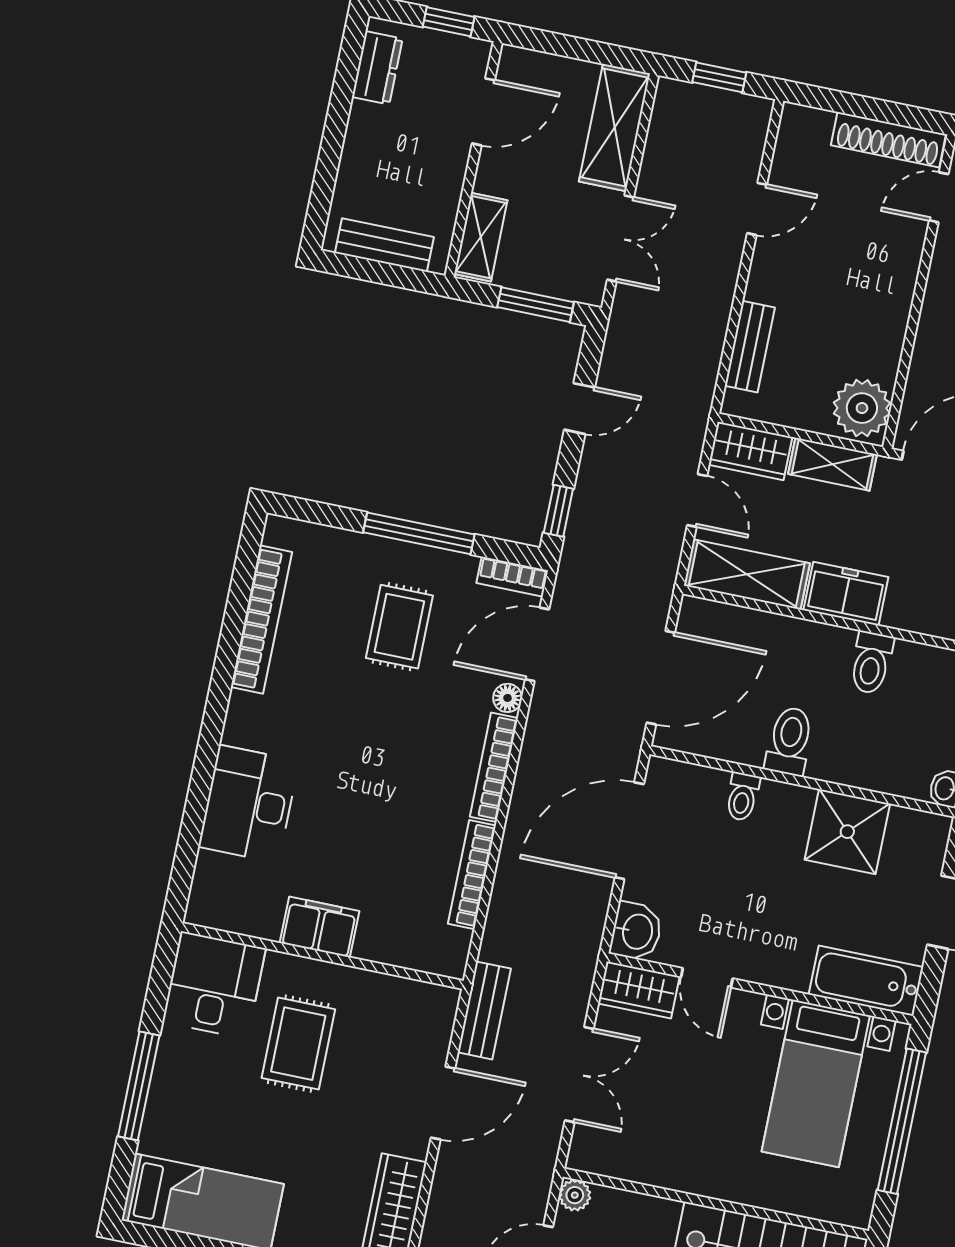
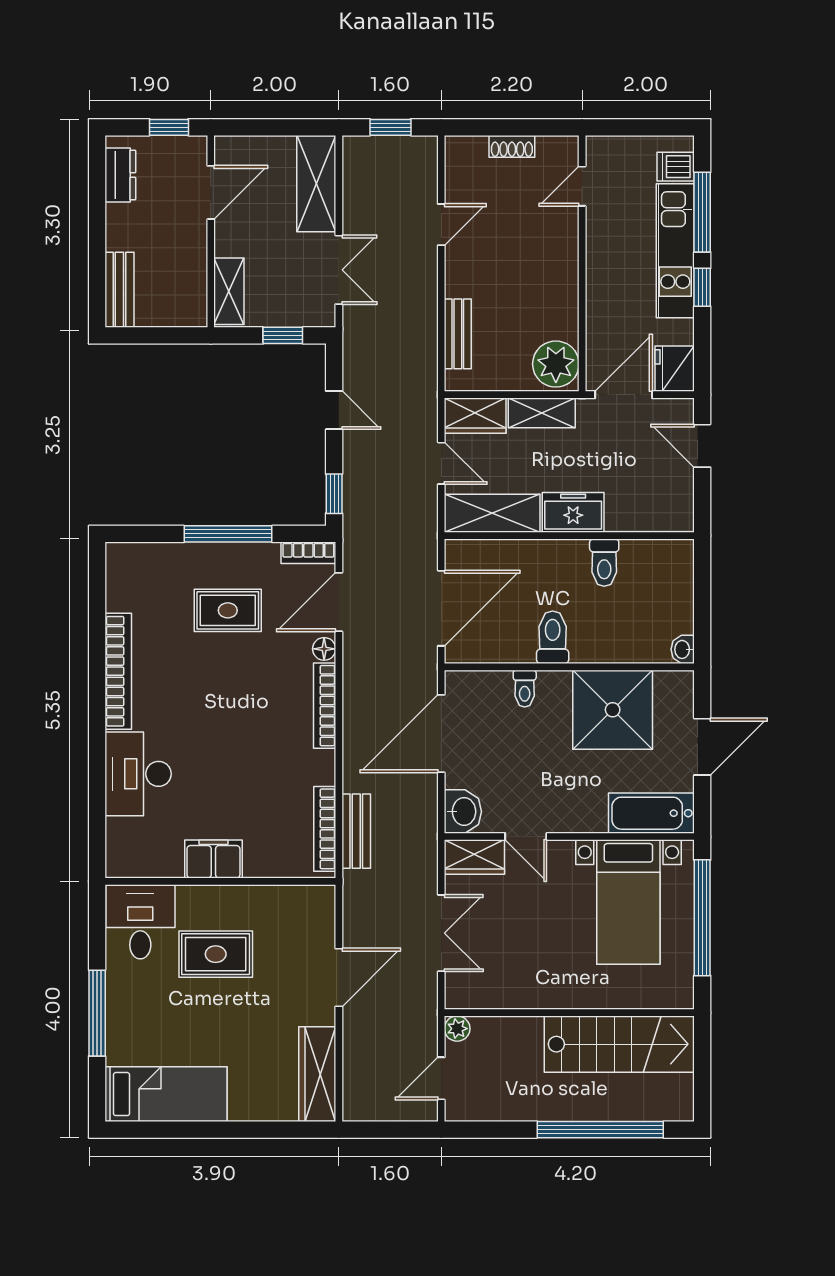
shoe rack: (888, 140) -> (512, 146), width x0.51, depth x0.81
bench: (384, 245) -> (119, 290), moved, turned 90
window: (536, 305) -> (283, 335), width x0.67
door: (579, 409) -> (334, 410), hinge flipped
bookcase: (261, 620) -> (118, 671), moved
rug: (399, 627) -> (228, 610), turned 90
shower: (847, 832) -> (613, 710), width x1.37, depth x1.37
bookcase: (472, 875) -> (325, 829), moved
bench: (484, 1010) -> (356, 831), moved
rug: (298, 1044) -> (216, 954), turned 90

